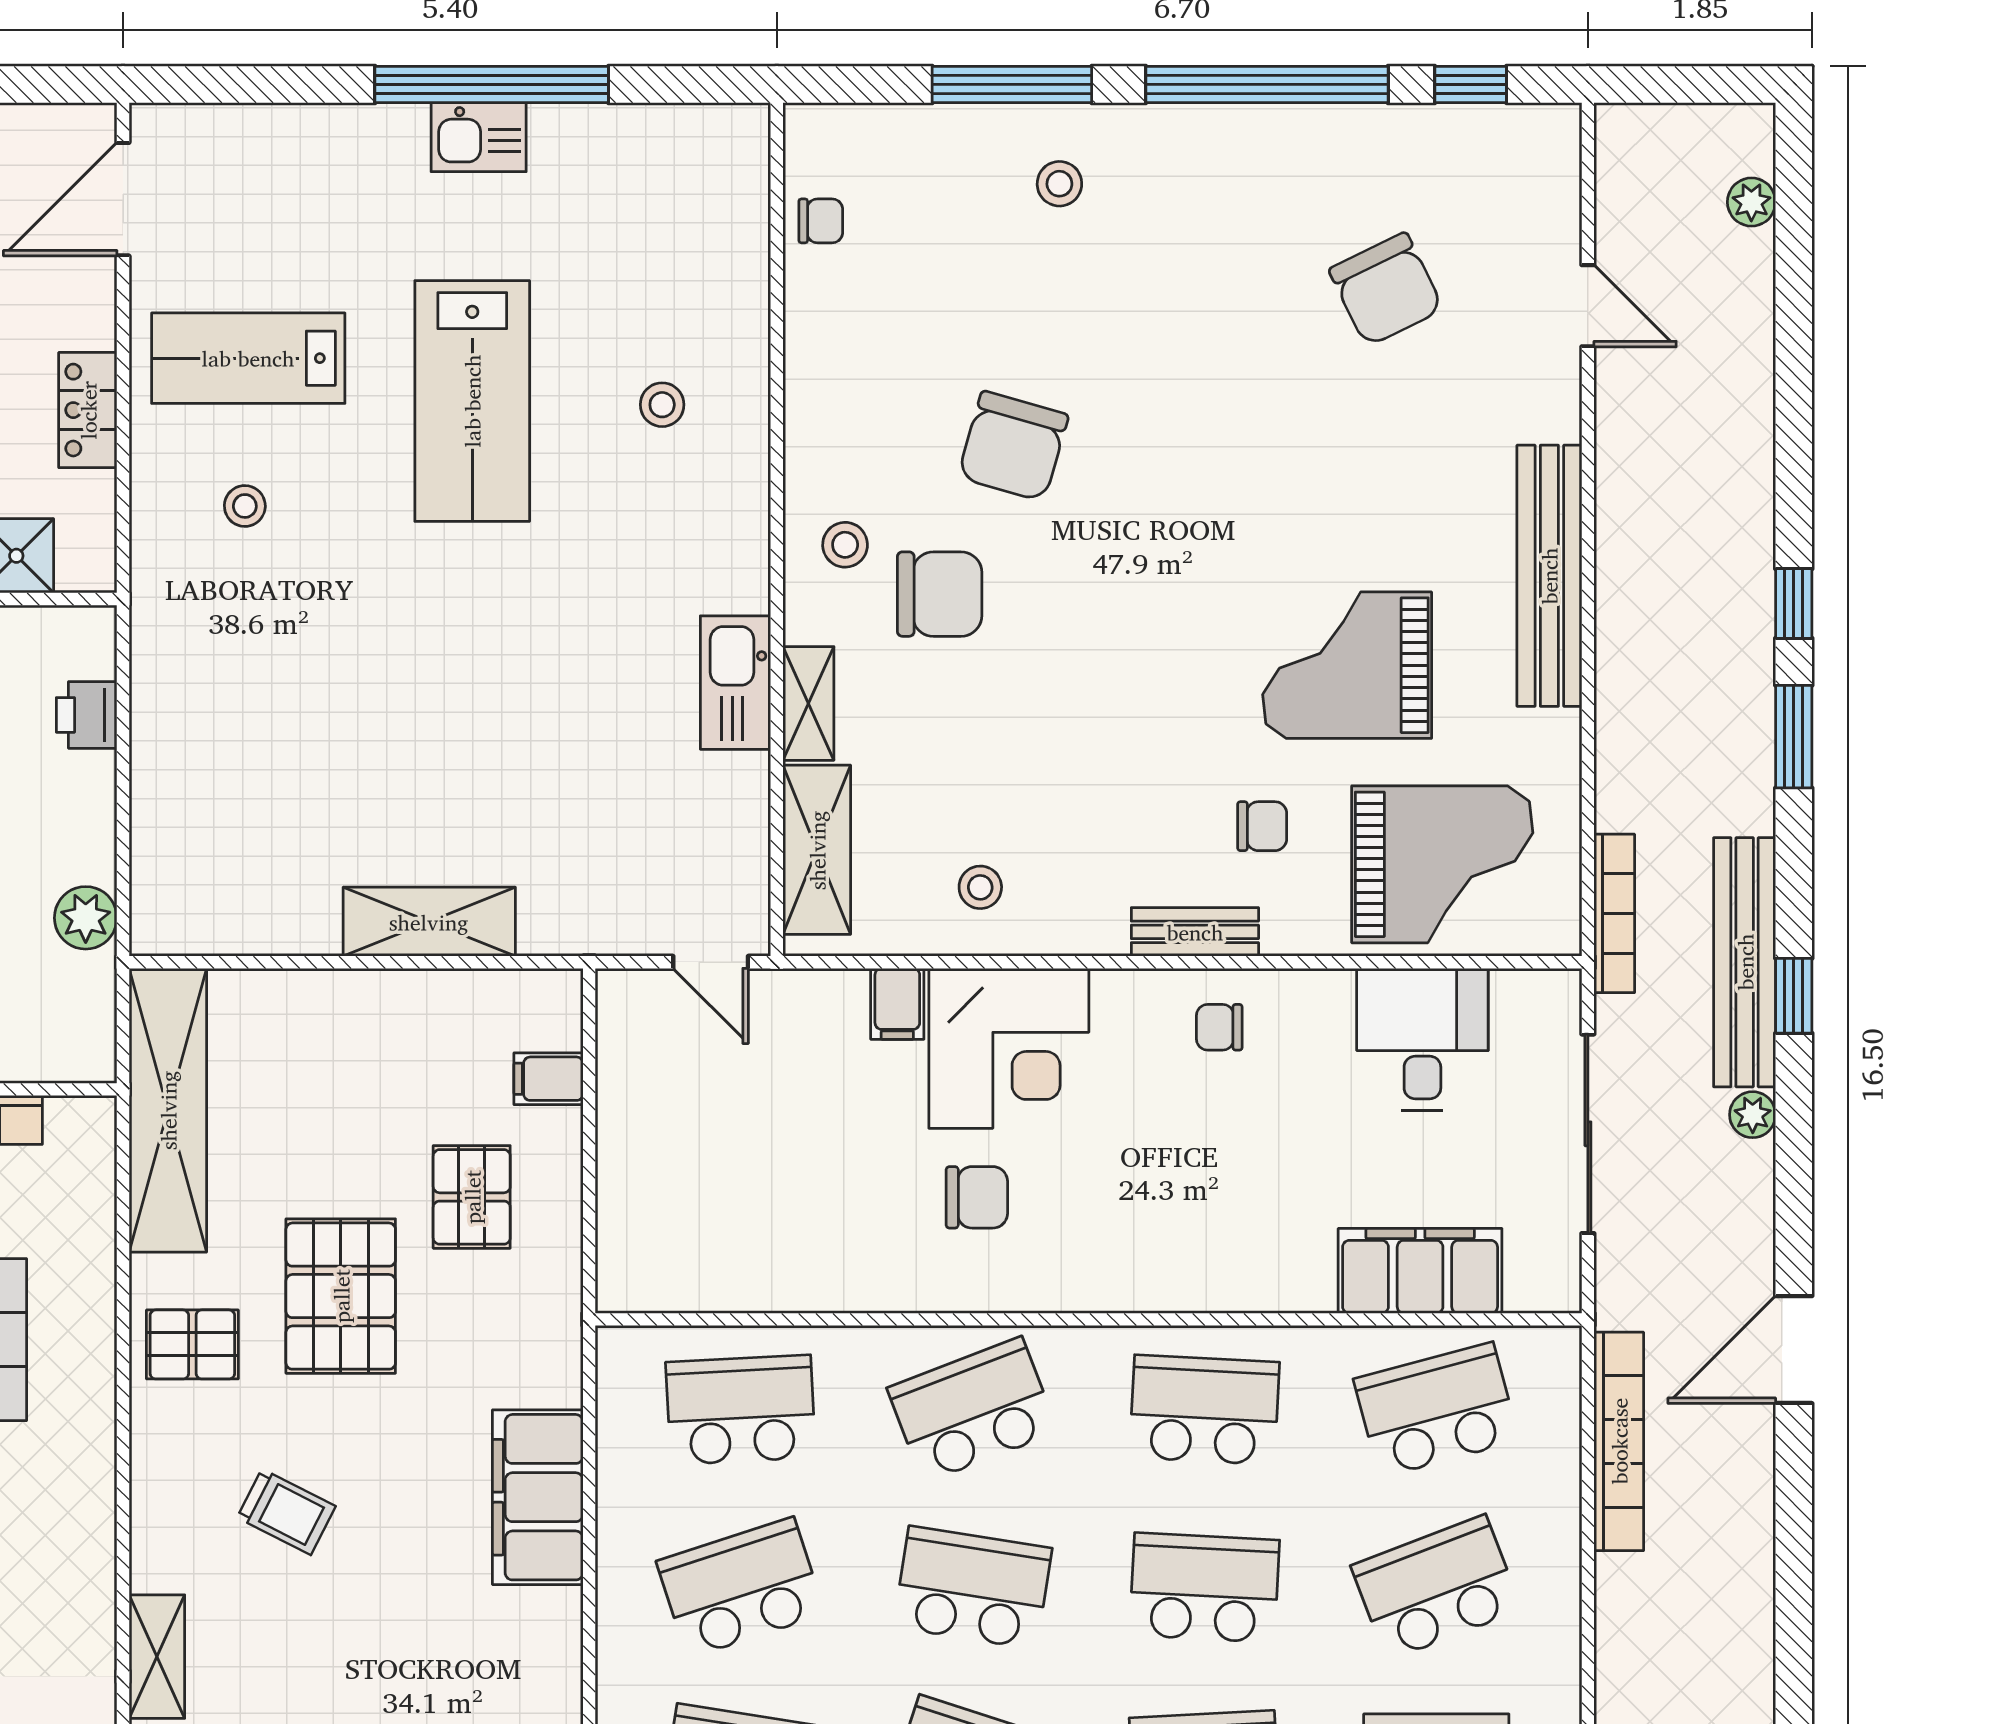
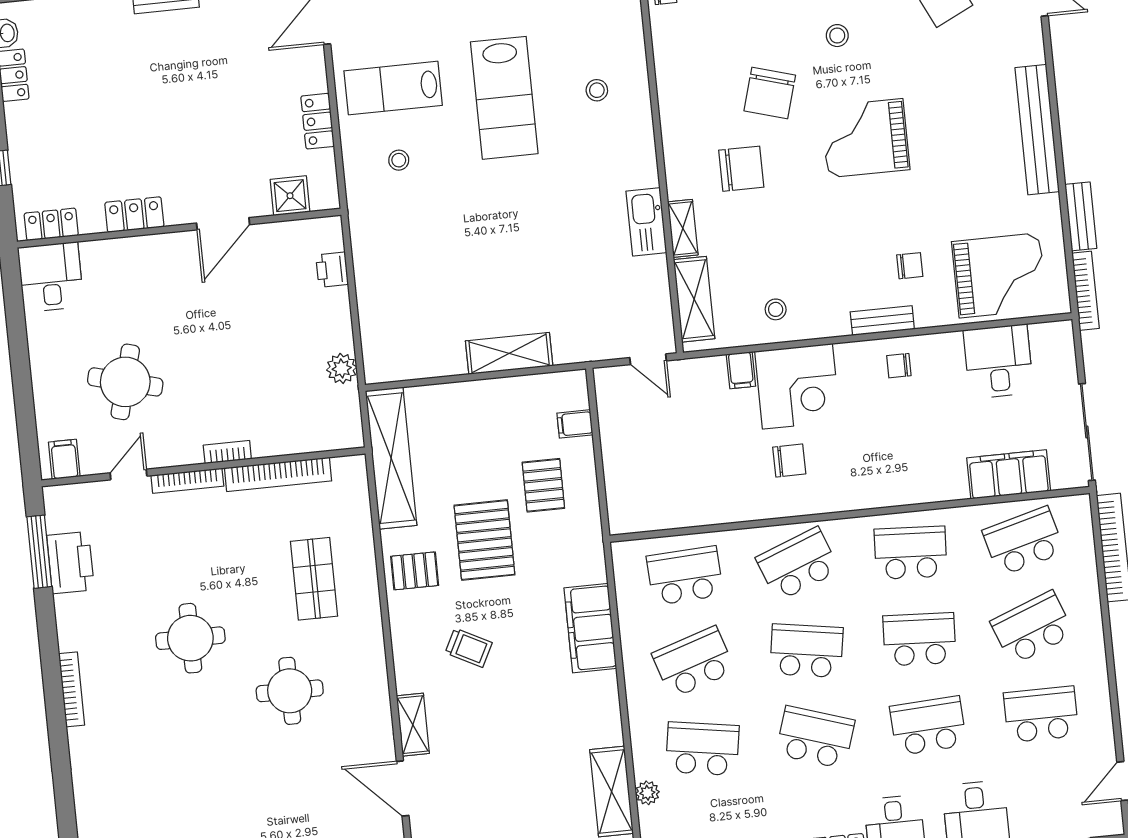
stool: (845, 545) -> (837, 36), moved
grand piano: (1347, 665) -> (865, 138), moved
bench: (1620, 761) -> (1081, 216), added
sliding door: (1588, 1134) -> (1087, 432), moved

